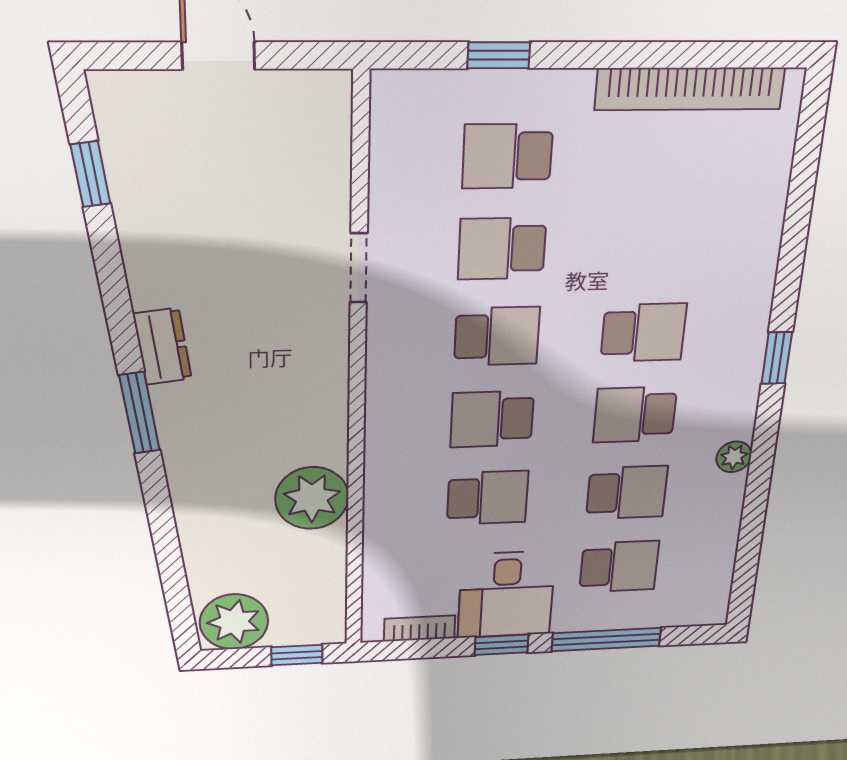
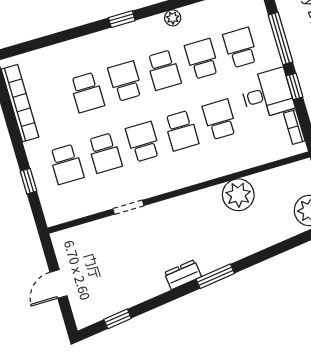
school desk: (652, 246) -> (87, 92), added

